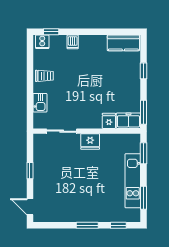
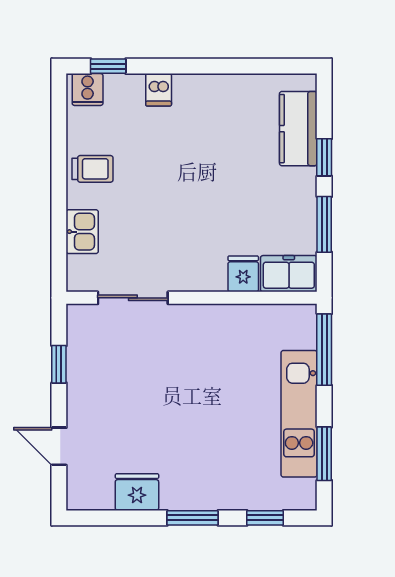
kitchen counter: (123, 43) -> (298, 129), moved, turned 90
window: (144, 112) -> (324, 224), moved
fridge: (90, 142) -> (137, 492), moved, turned 180
window: (144, 153) -> (324, 350), width x1.44
window: (30, 171) -> (59, 364), moved
door: (30, 207) -> (59, 446), moved

